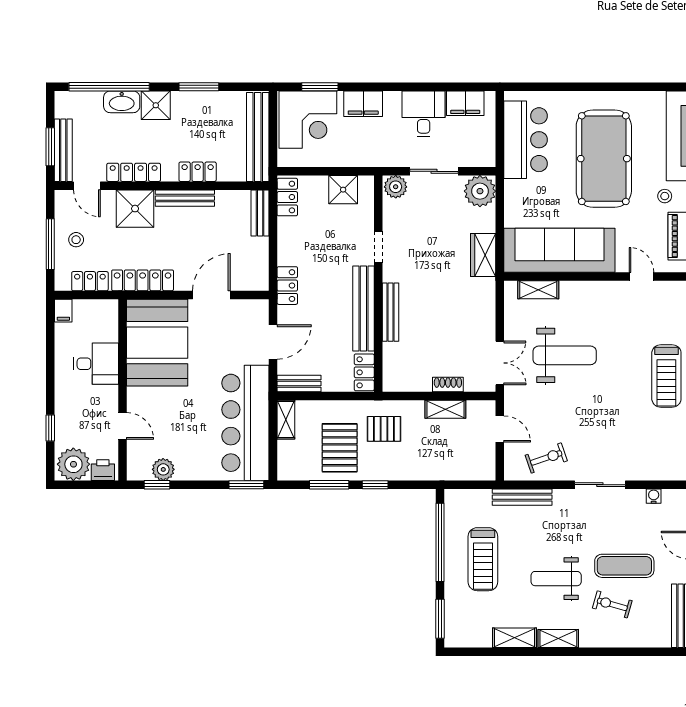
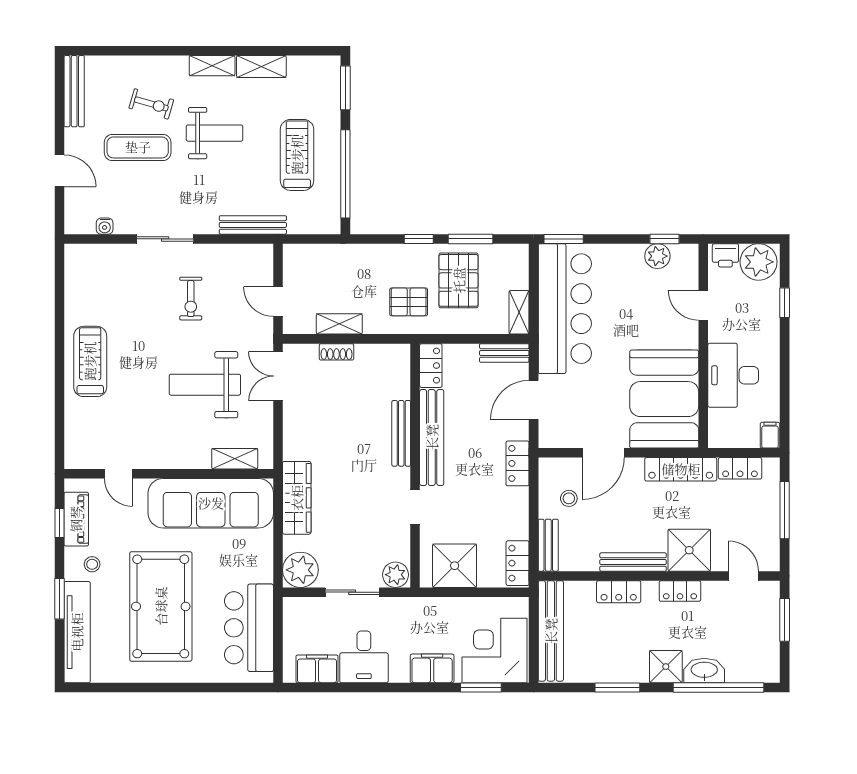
bench: (63, 150) -> (770, 616), removed
locker: (134, 172) -> (680, 591), width x0.66
shower: (343, 190) -> (455, 566), width x1.36, depth x1.36
stool: (76, 240) -> (569, 498), moved
wardrobe: (483, 255) -> (297, 498), width x1.50
desk: (96, 364) -> (733, 375), width x1.37
exercise bike: (546, 458) -> (191, 299), moved, turned -71

